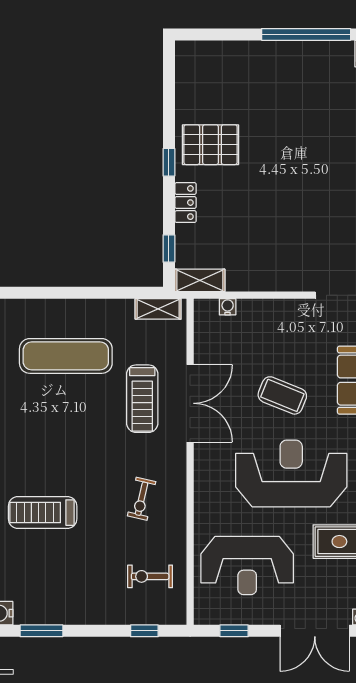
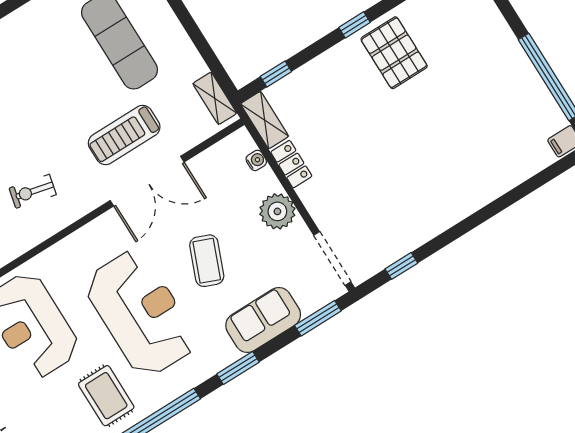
locker: (186, 203) -> (291, 164), moved, turned -90
plant: (278, 315) -> (277, 211), added

